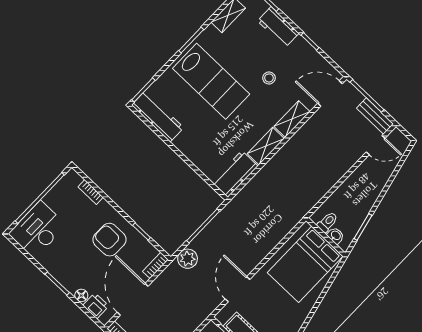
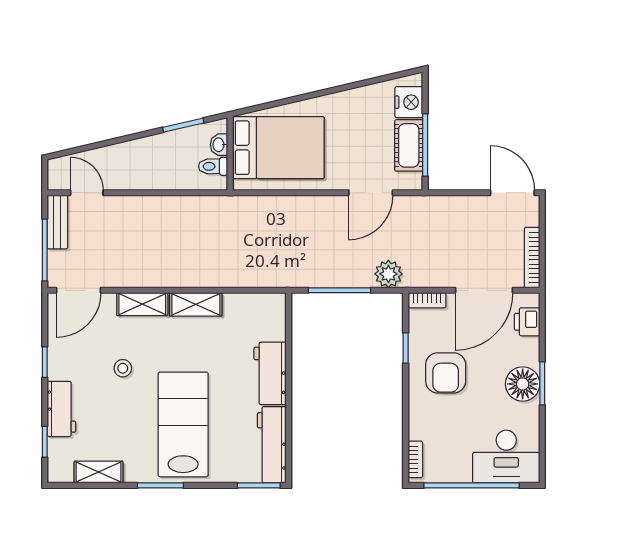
door: (330, 94) -> (79, 290), hinge flipped
workbench: (235, 174) -> (270, 373), moved, turned 90
bookcase: (91, 192) -> (415, 459), moved
floor lamp: (81, 295) -> (523, 384), moved, width x1.89, depth x1.89

